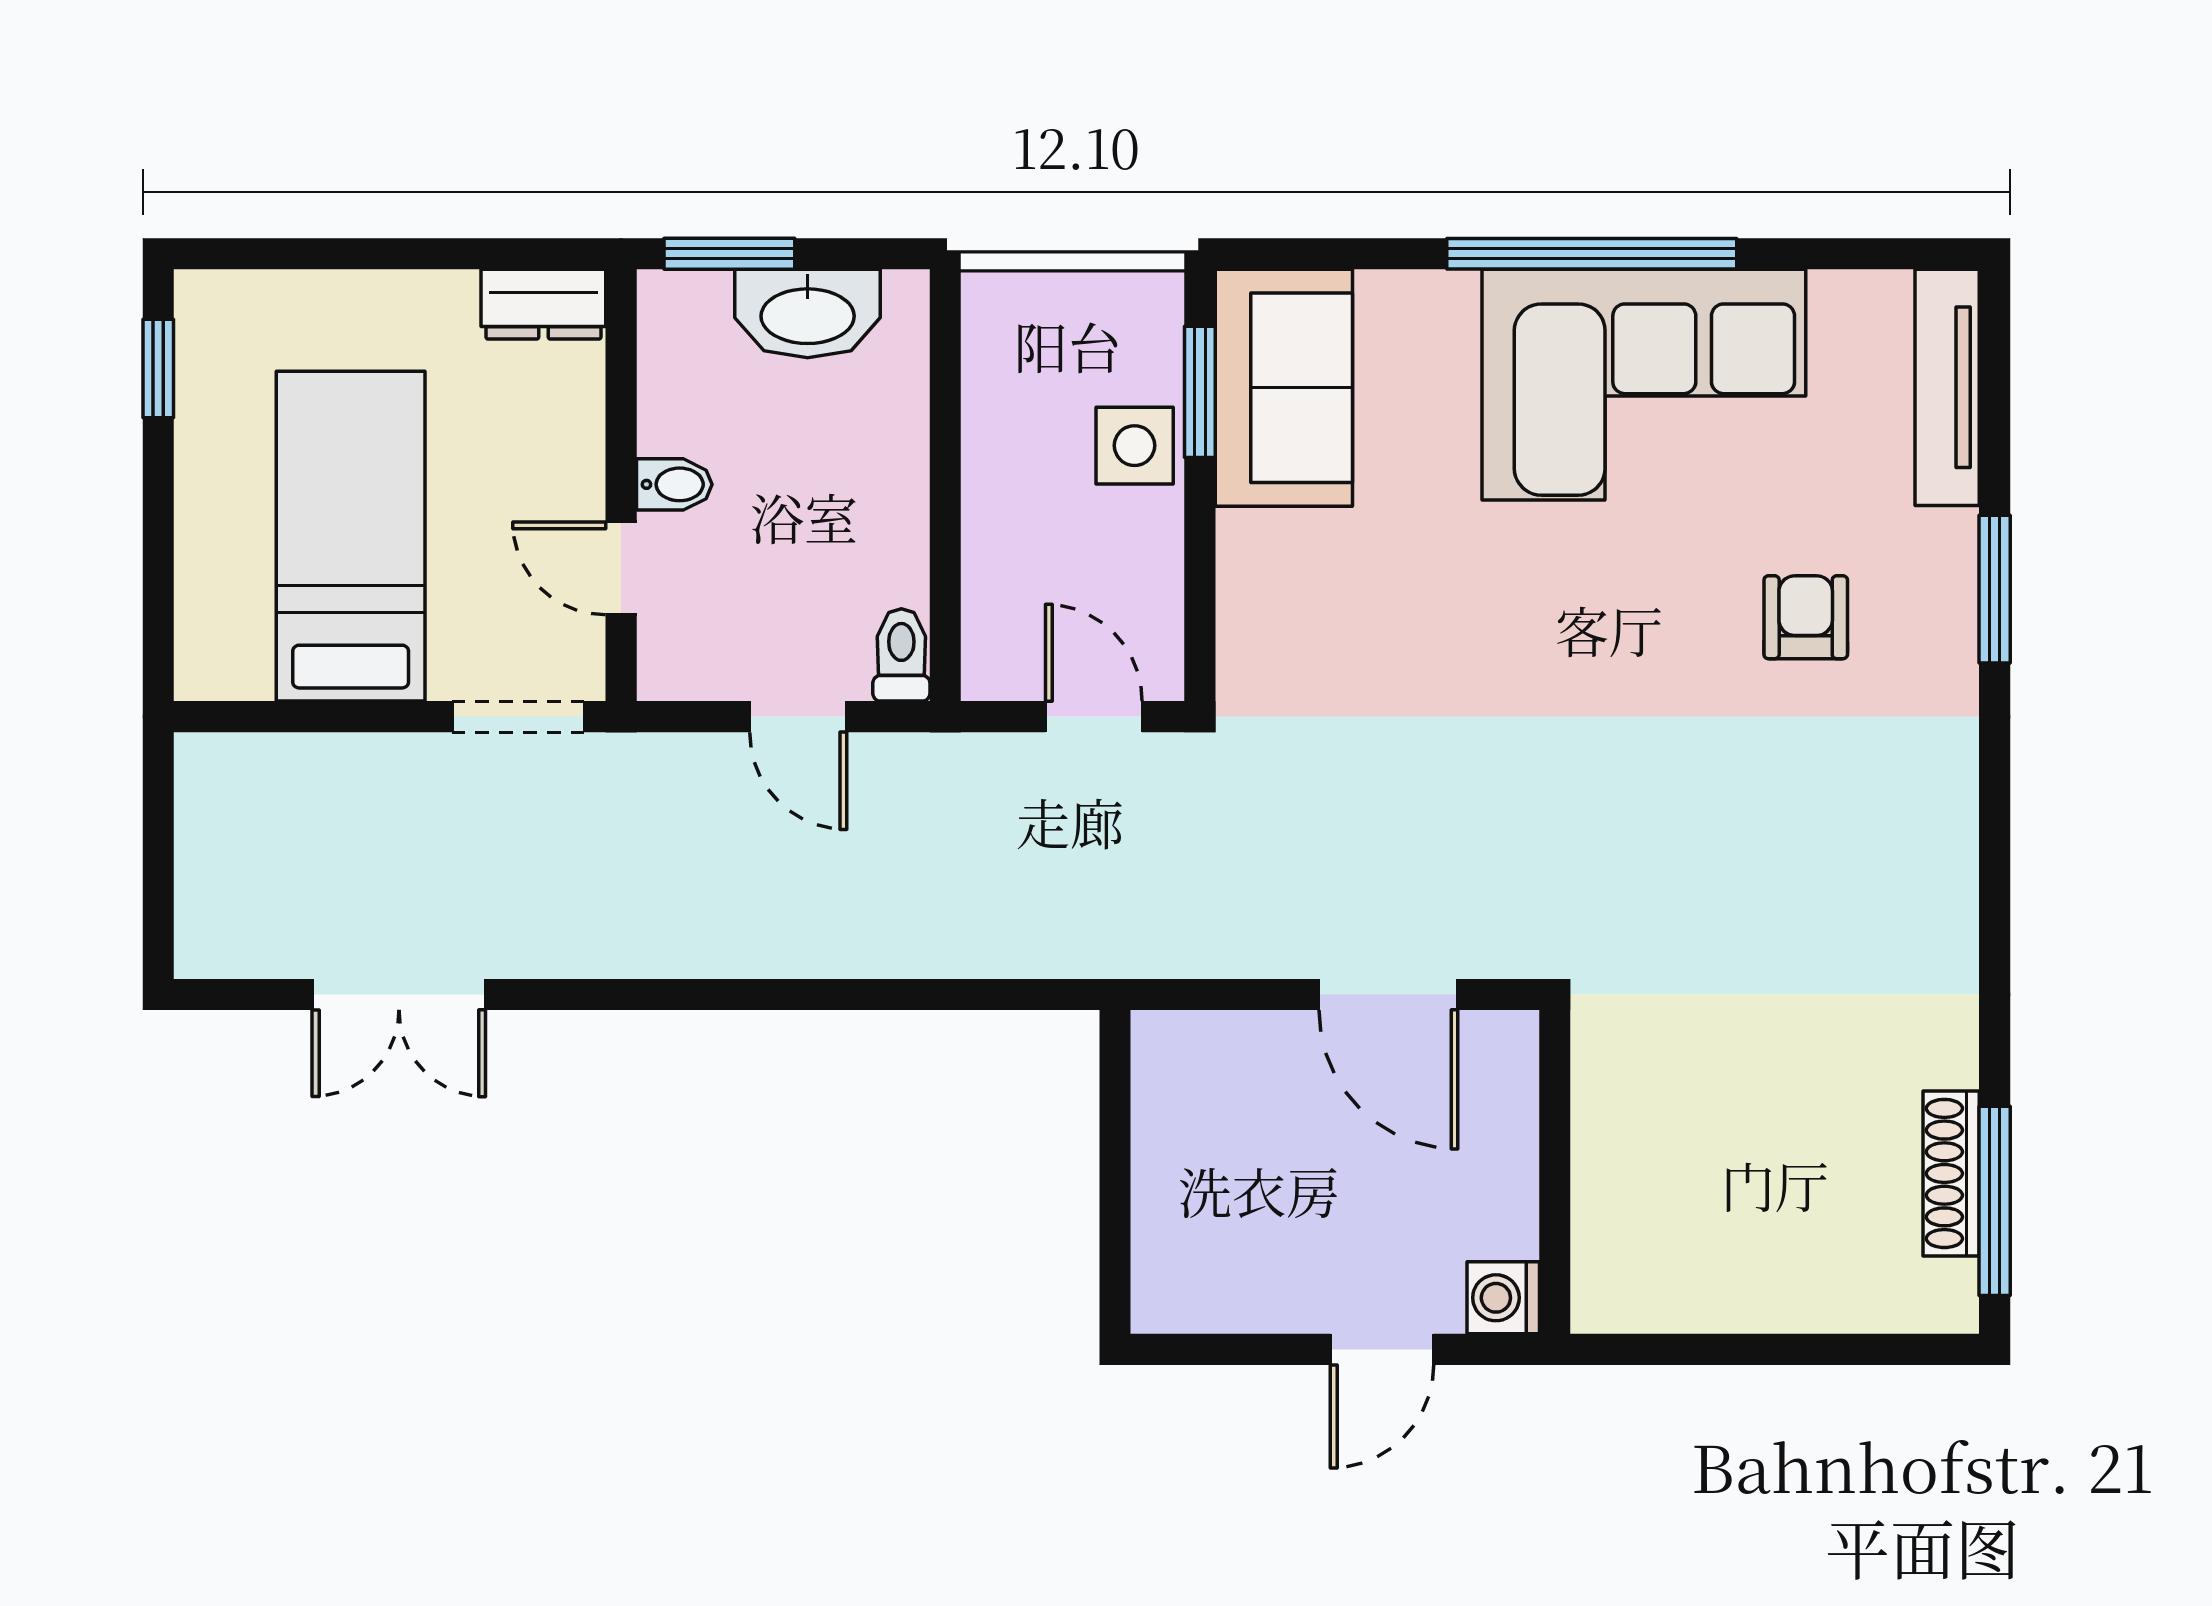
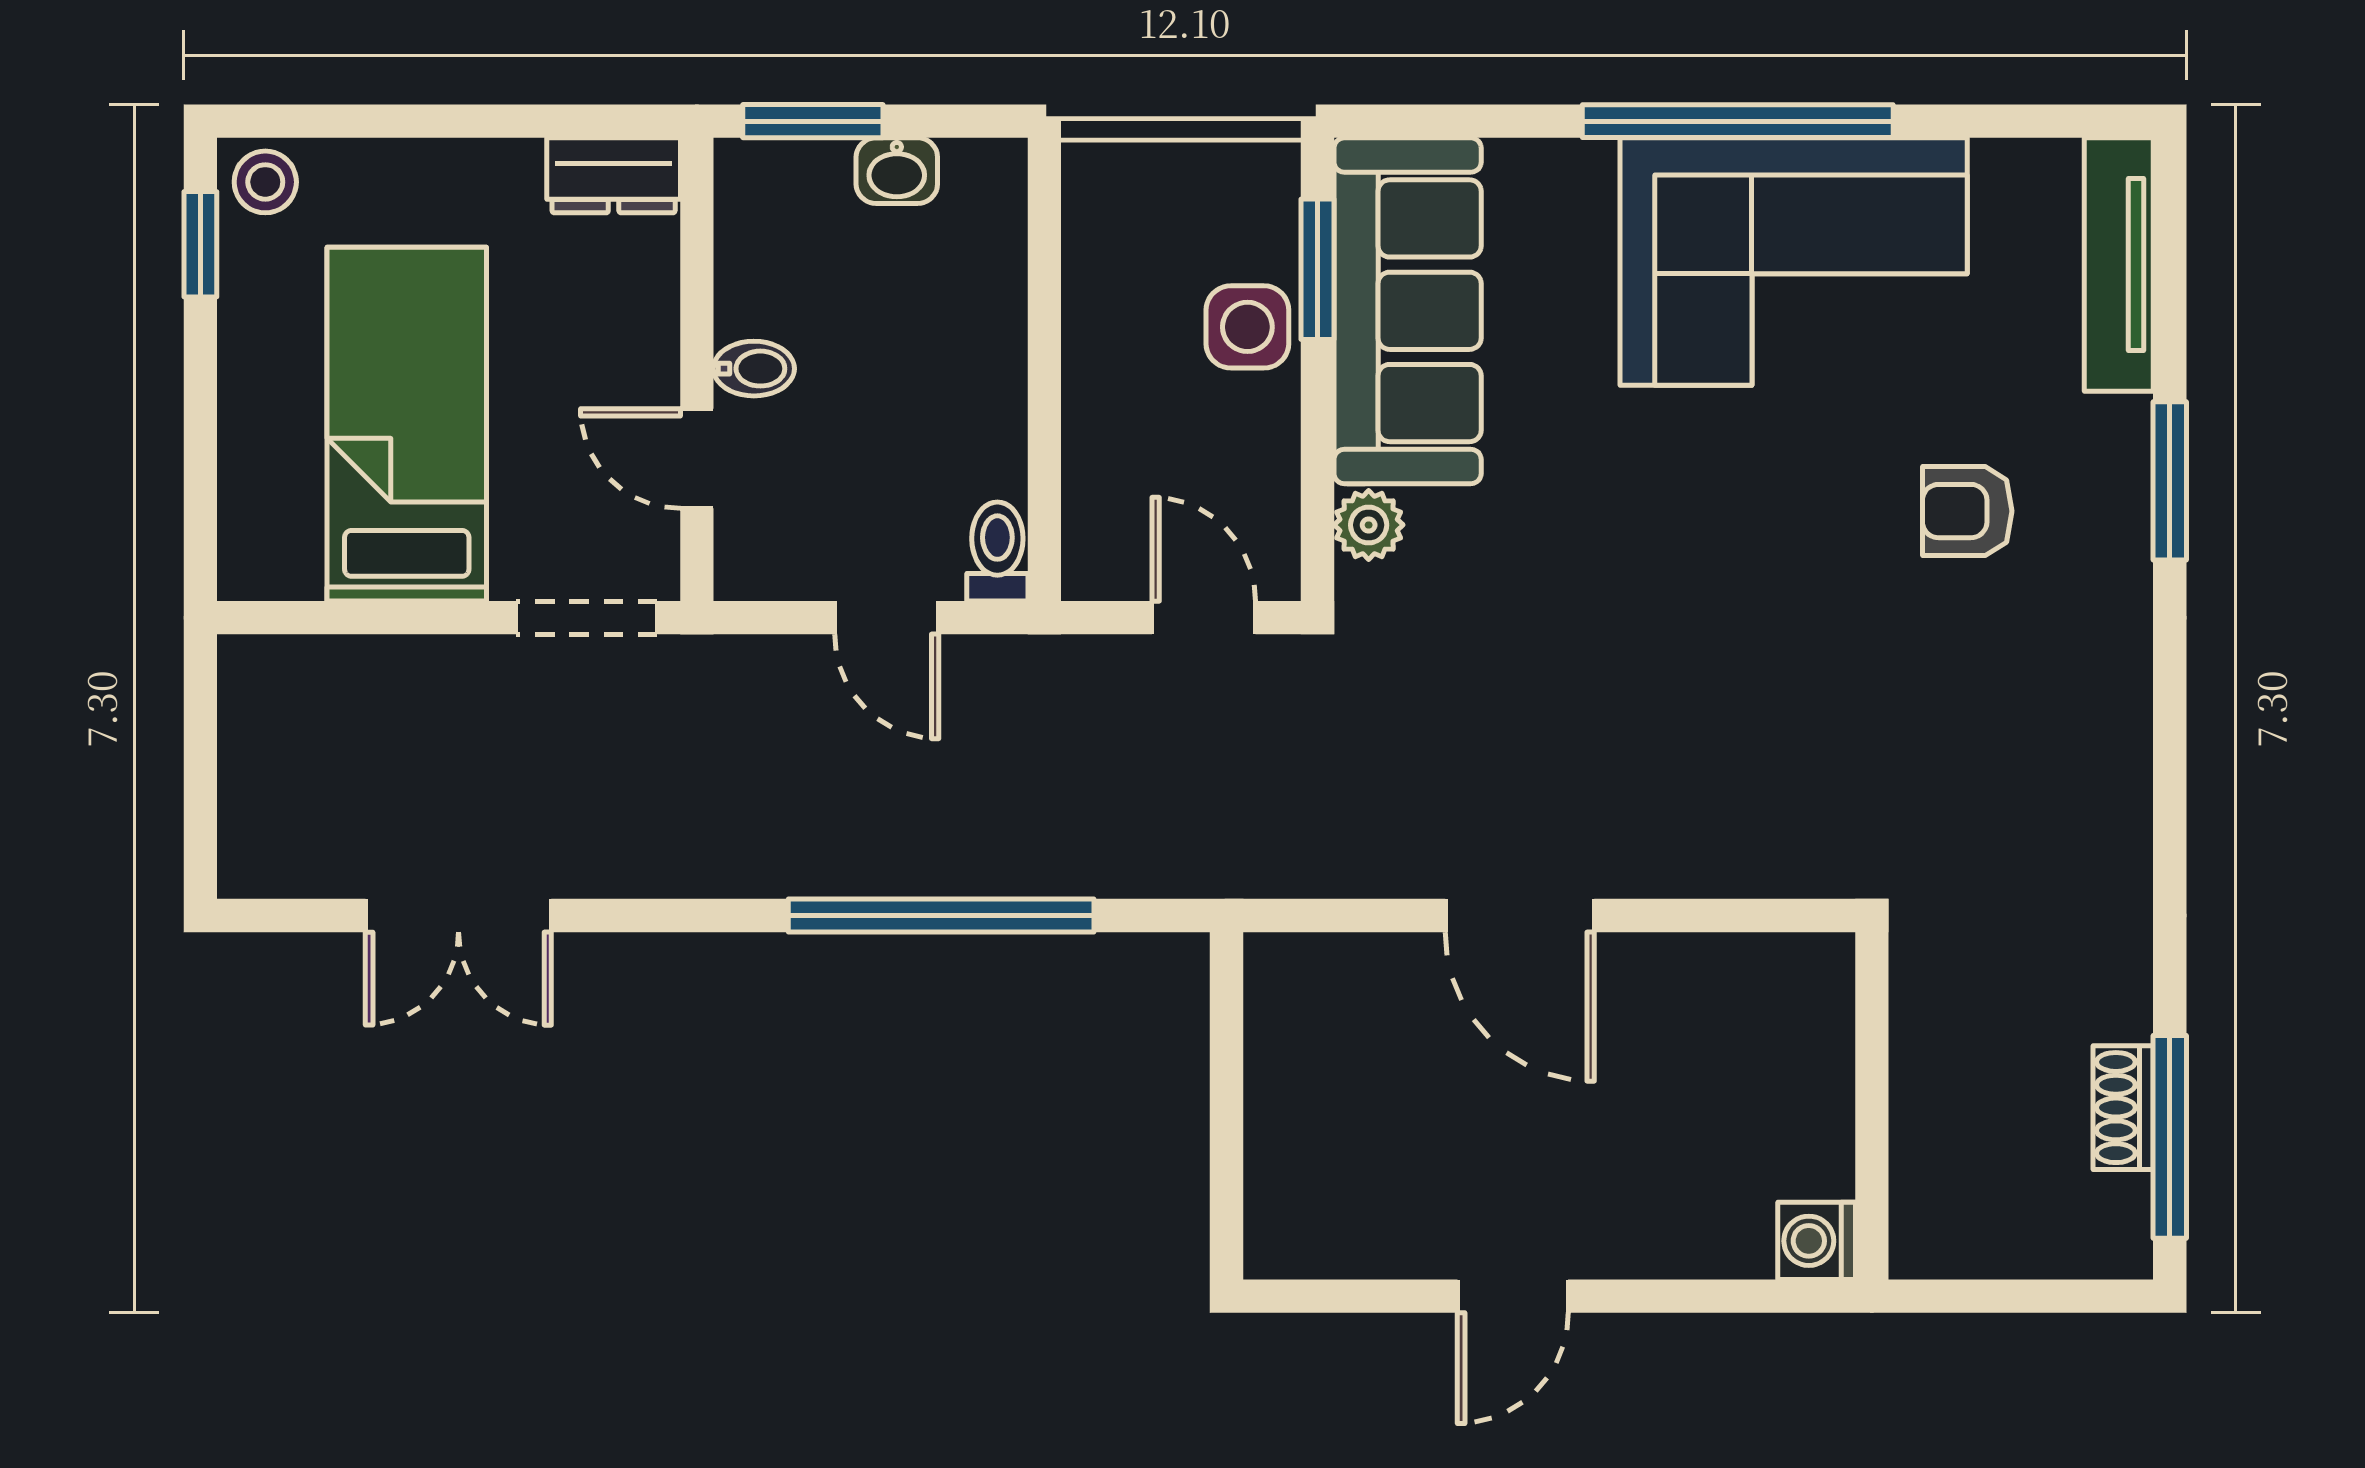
stool: (219, 310) -> (265, 182), added
washbasin: (808, 314) -> (897, 171), width x0.52, depth x0.69
sofa: (1284, 388) -> (1408, 311), width x1.36
armchair: (1806, 617) -> (1967, 511), turned -90
plant: (1248, 630) -> (1369, 525), added
window: (849, 994) -> (941, 916), added
wall: (1555, 1172) -> (1872, 1106), moved
shoe rack: (1951, 1173) -> (2123, 1108), width x0.70
washing machine: (1503, 1298) -> (1817, 1241), moved

